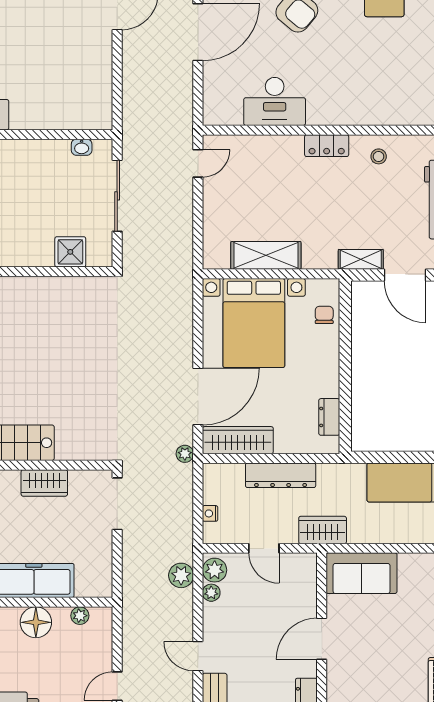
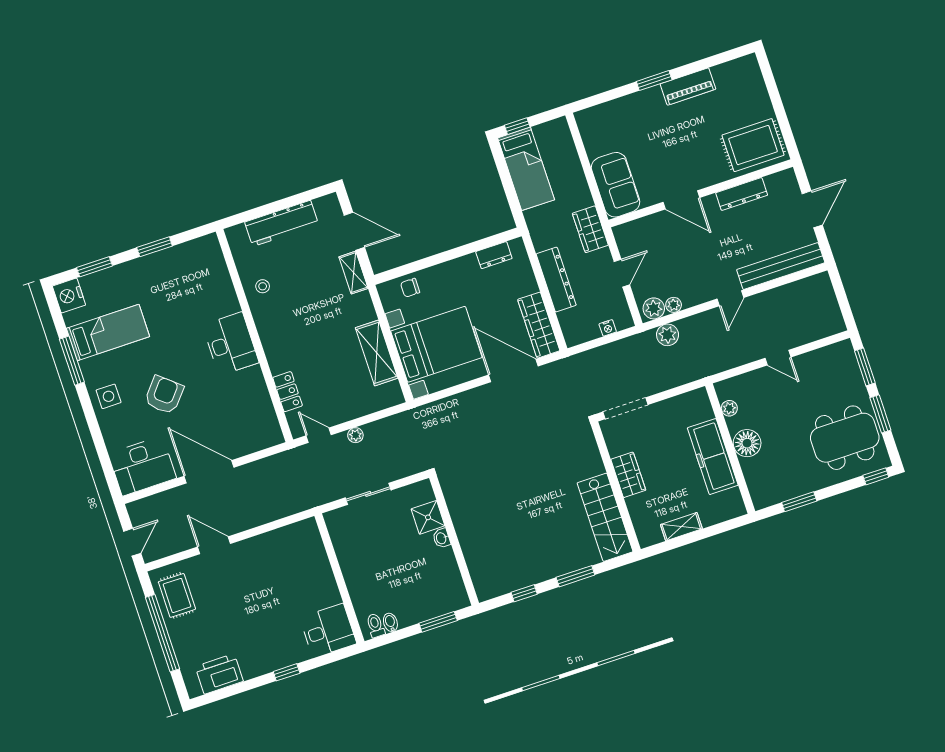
desk: (275, 101) -> (231, 344), moved
locker: (327, 146) -> (288, 392), moved
washbasin: (82, 147) -> (442, 538), moved, turned 180
sliding door: (117, 196) -> (368, 494), width x0.73
door: (405, 275) -> (354, 231), hinge flipped
plant: (185, 454) -> (355, 435), moved

